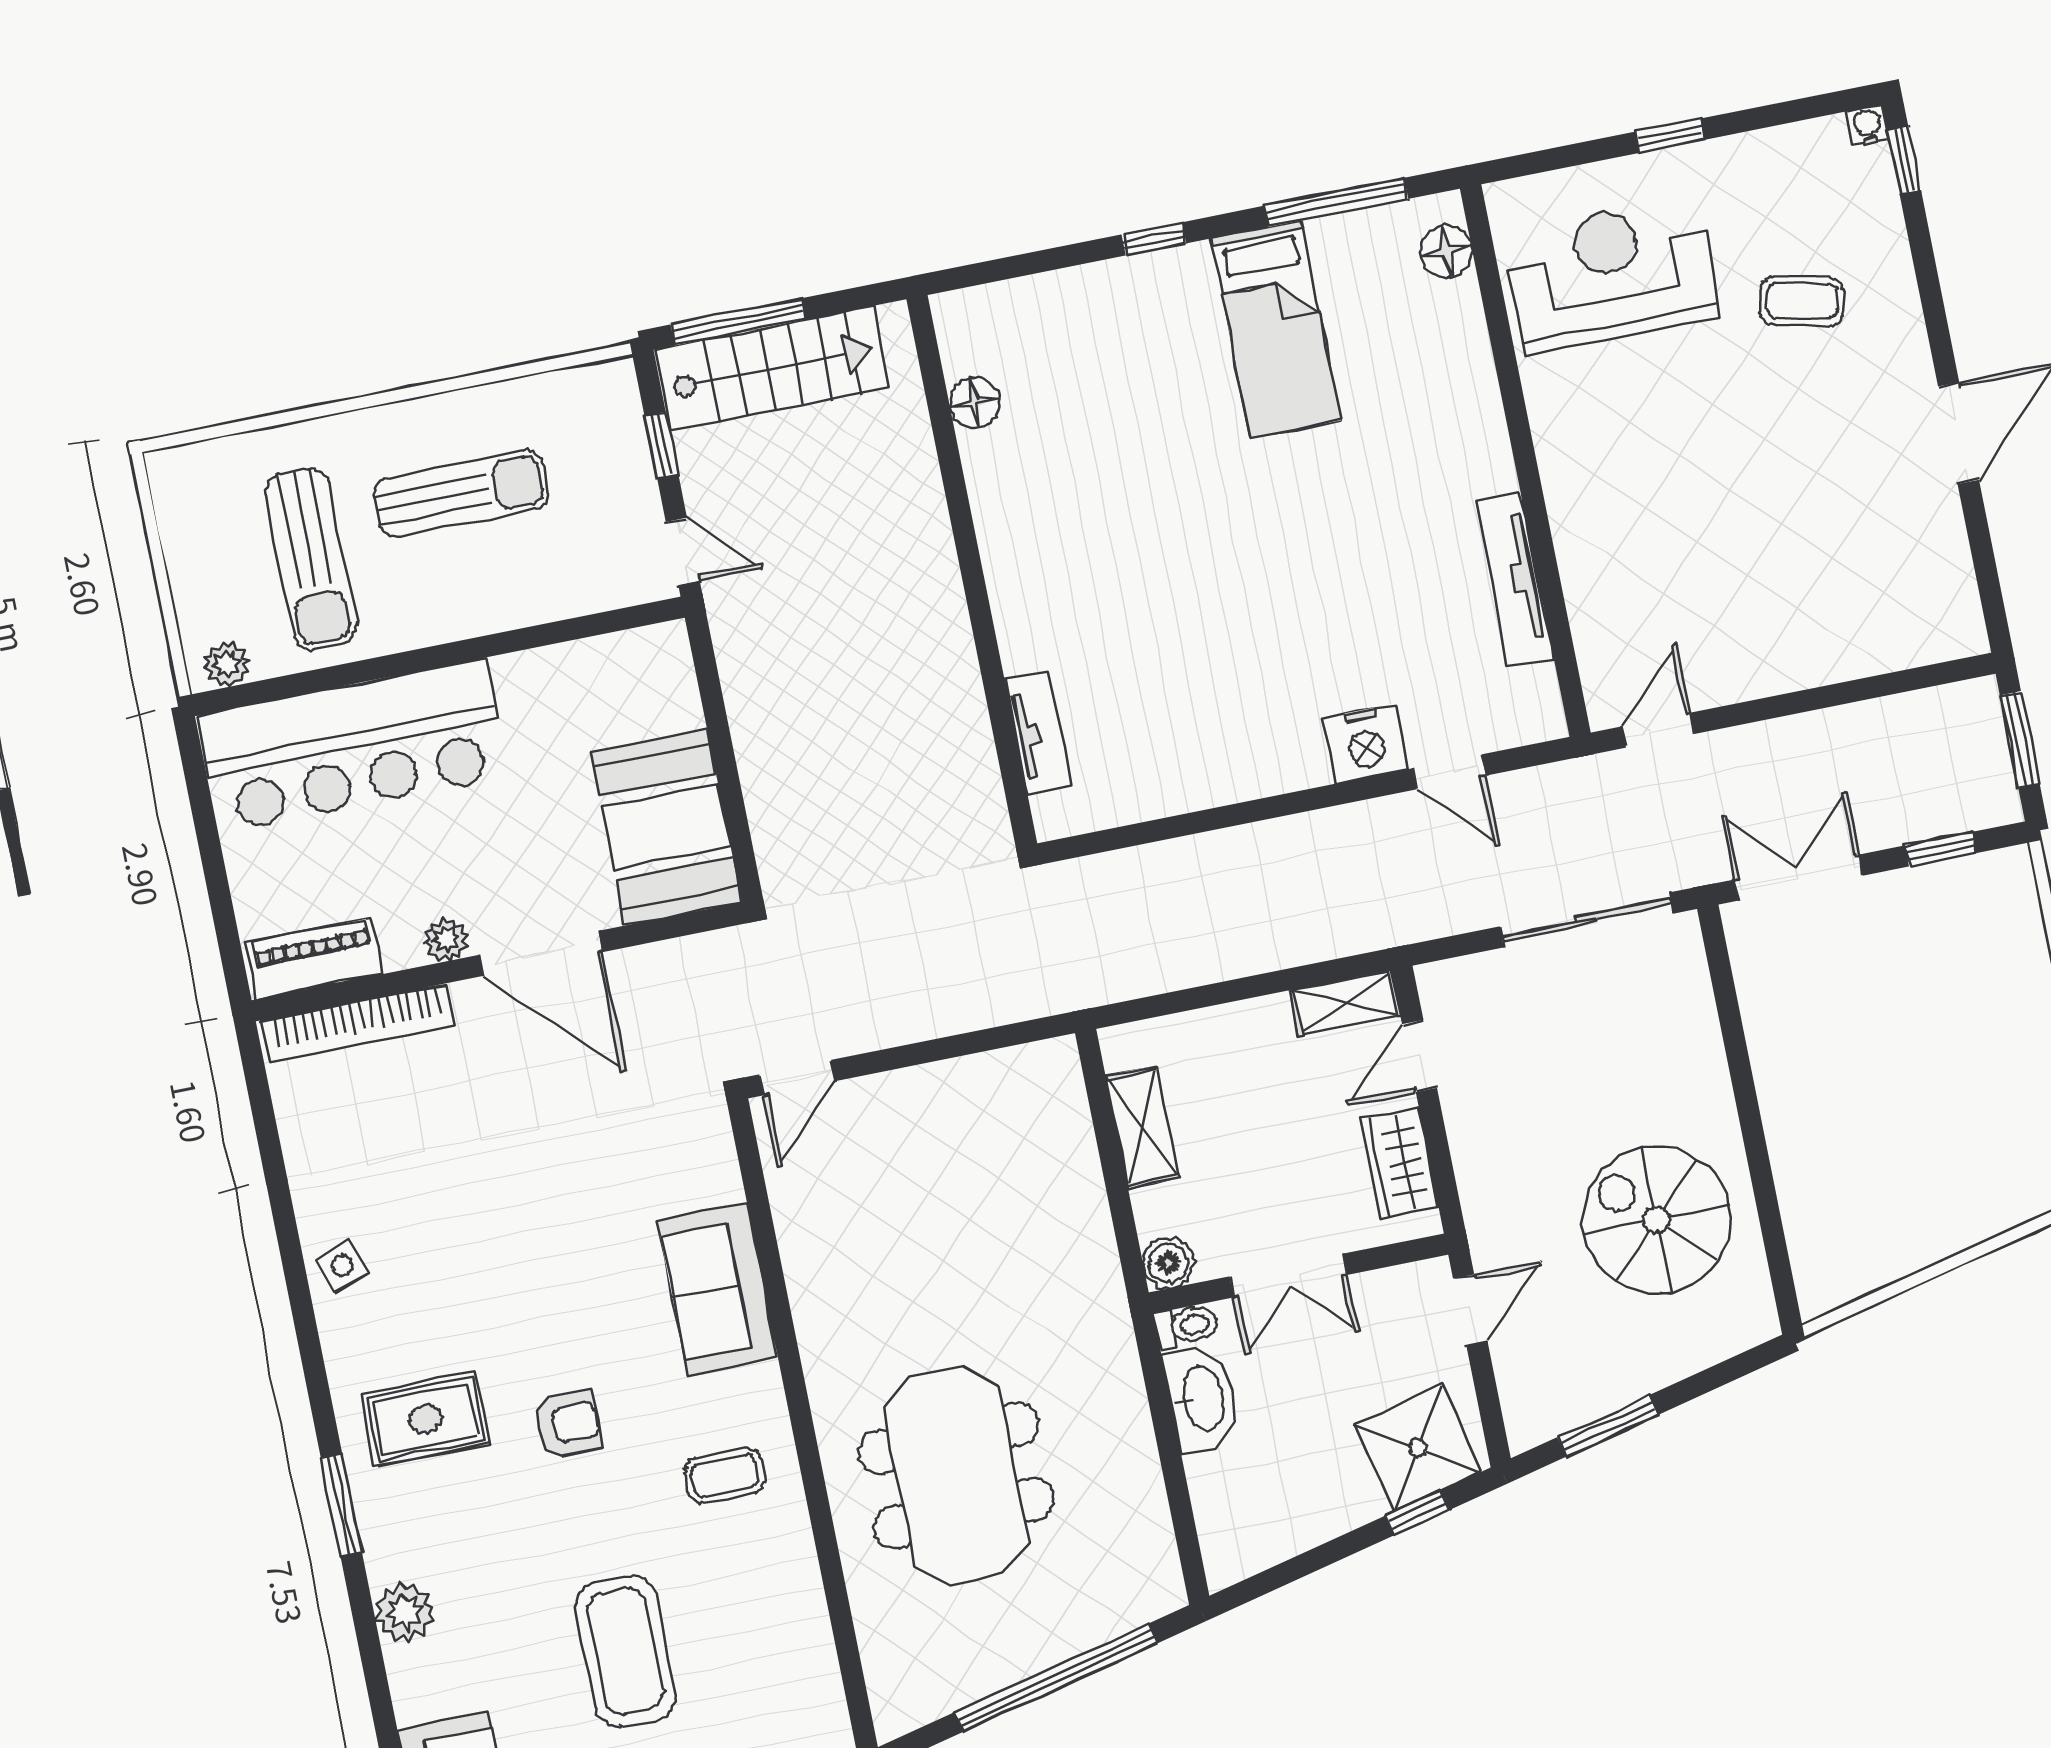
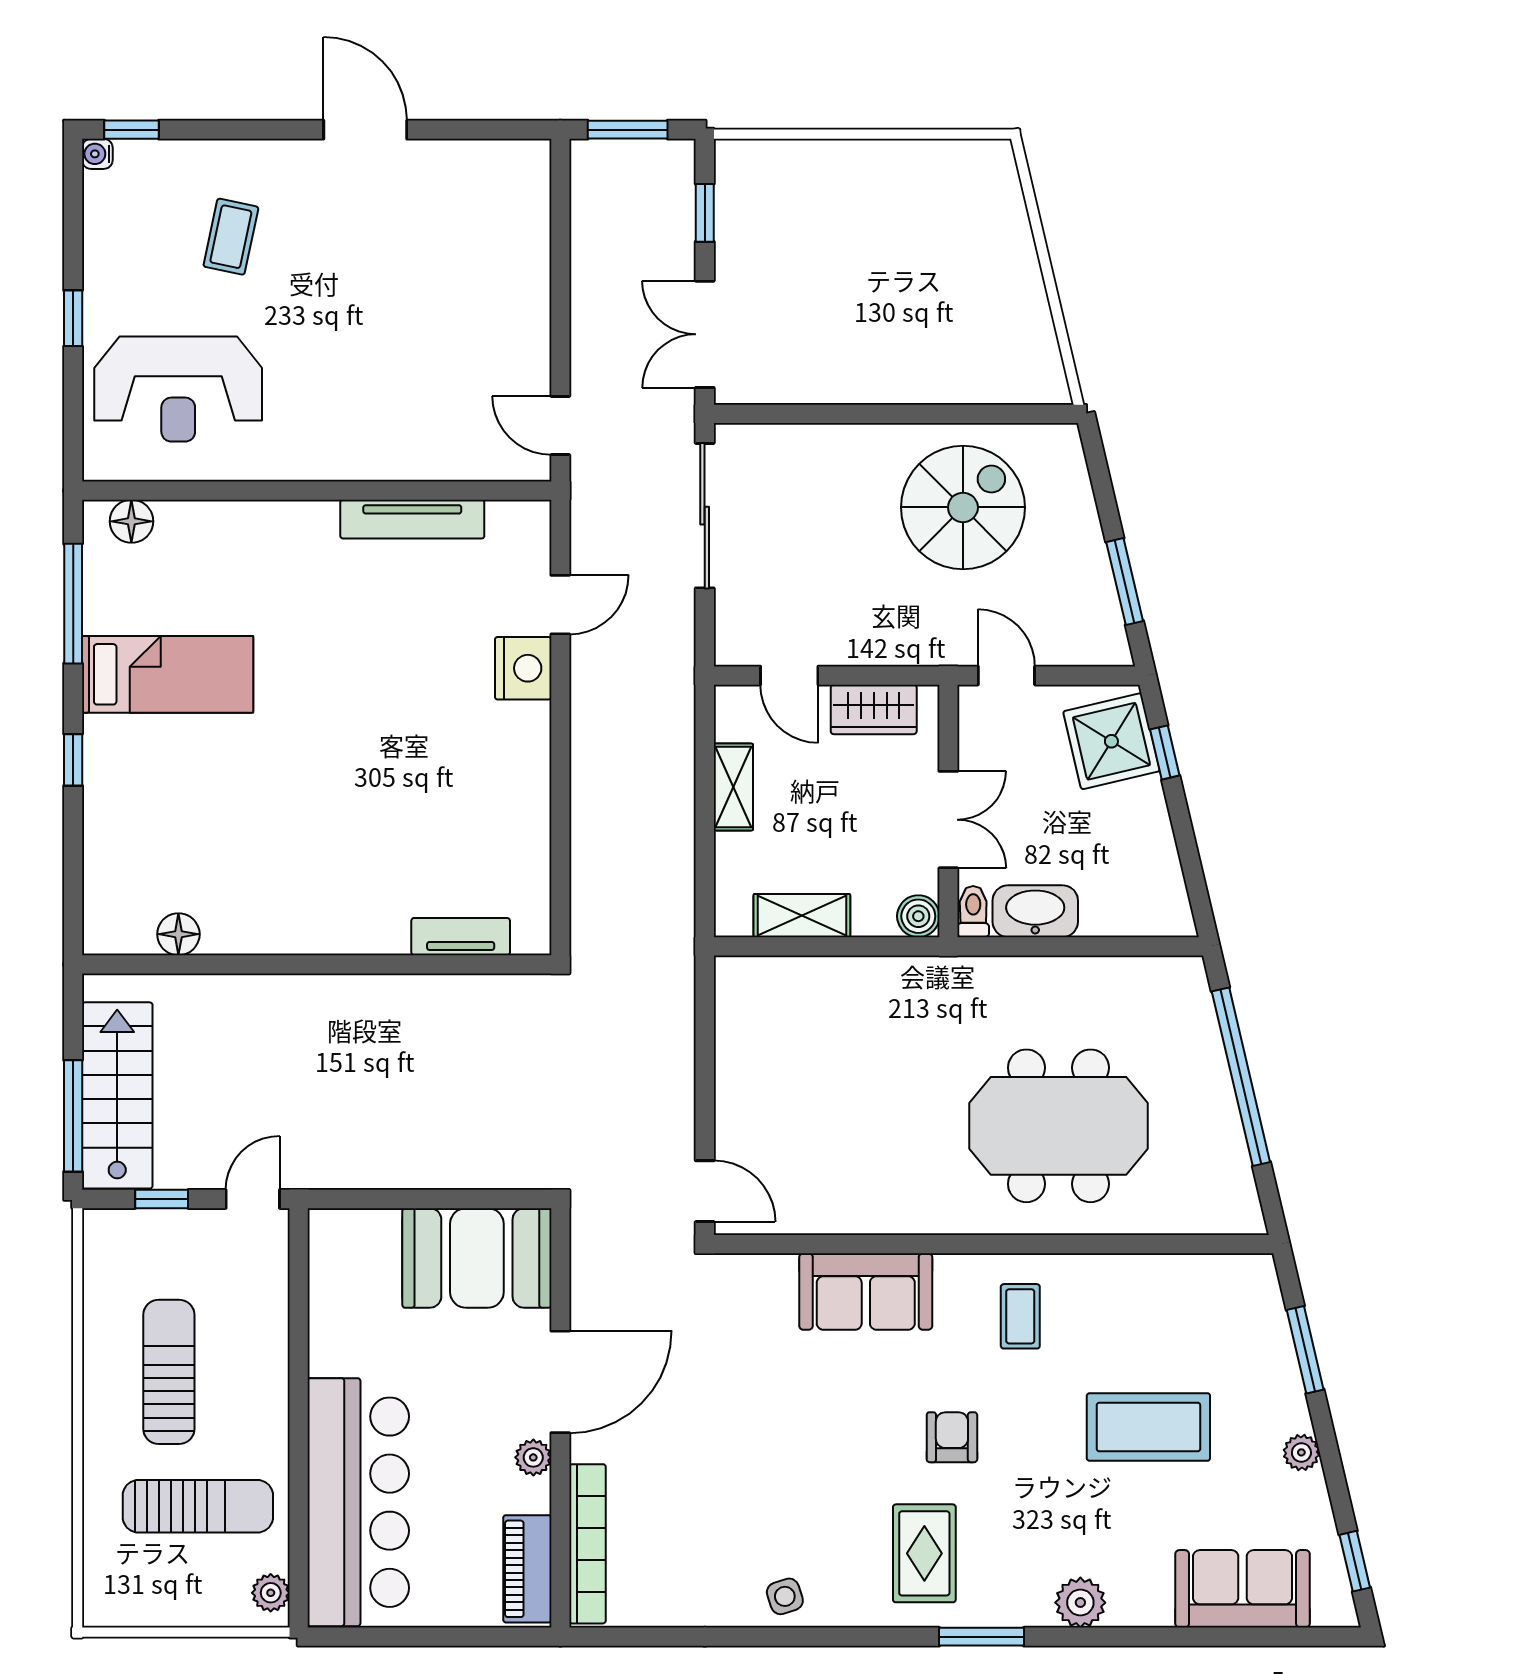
reception desk: (1612, 275) -> (178, 389), turned -90
shelving: (1345, 1003) -> (733, 787), moved
spiral stairs: (1656, 1220) -> (963, 507), turned 180

